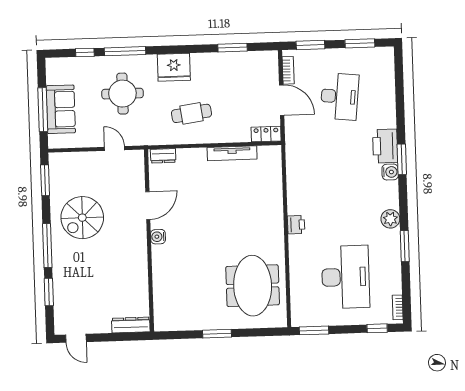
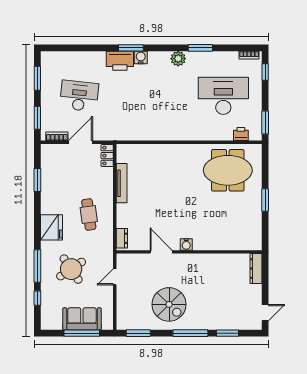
round table: (122, 94) -> (71, 269), turned -34
printer: (296, 225) -> (241, 134), moved

